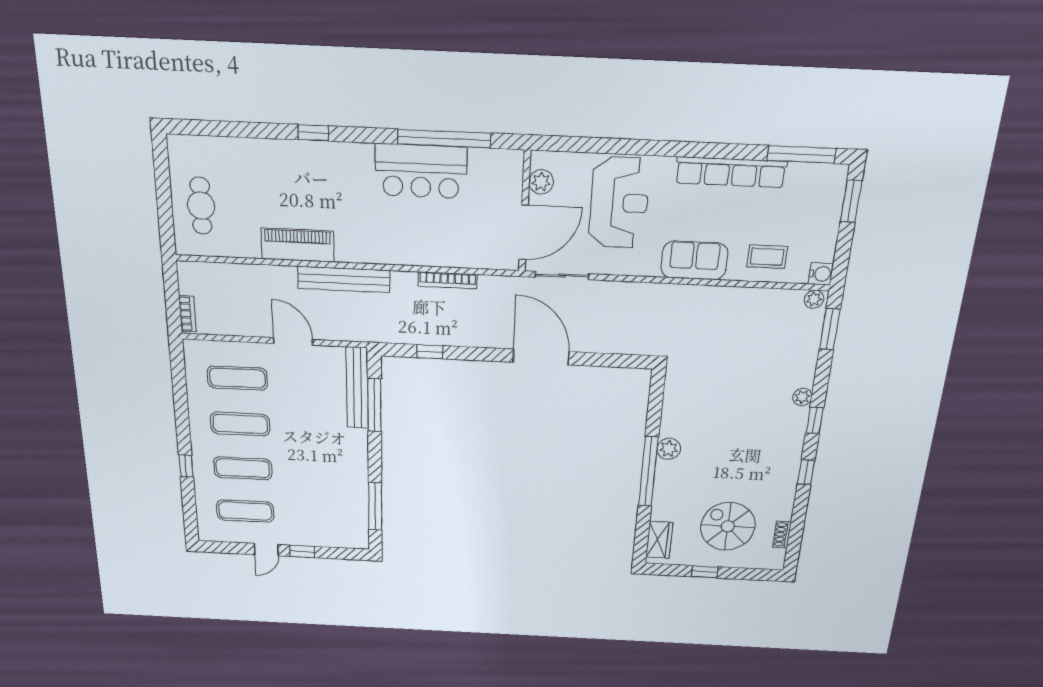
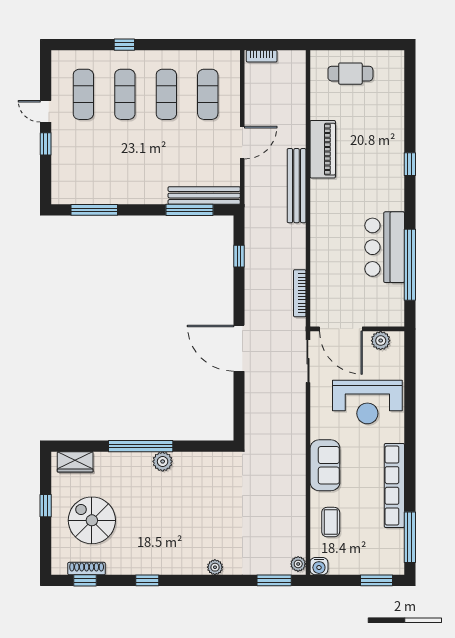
bookcase: (448, 280) -> (300, 293), moved
door: (541, 357) -> (239, 348), swing flipped
window: (815, 420) -> (85, 580), moved
spiral stairs: (728, 526) -> (92, 520), turned -90
shoe rack: (782, 534) -> (87, 569), width x1.43

